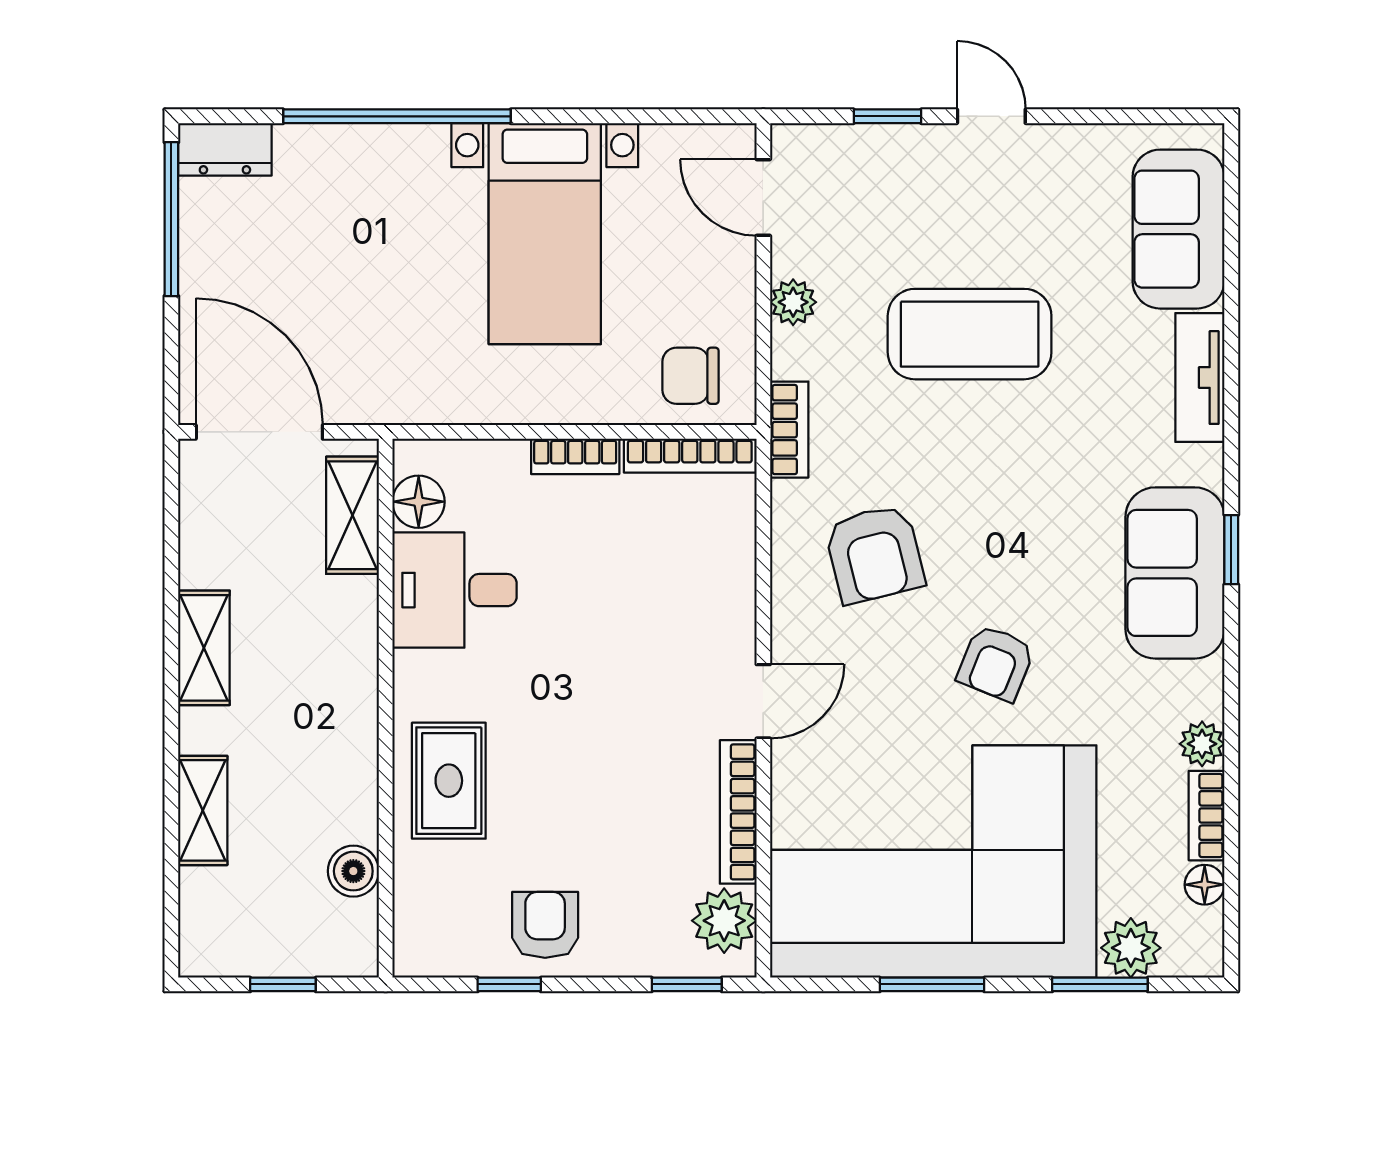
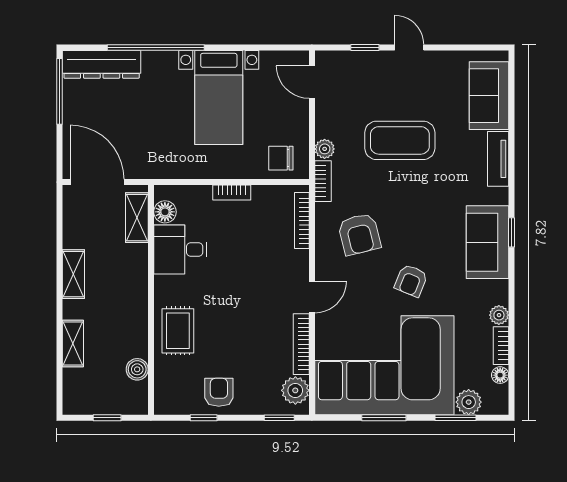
dresser: (225, 149) -> (102, 64), width x1.96, depth x1.24
plant: (793, 302) -> (325, 149), moved
bookcase: (690, 456) -> (302, 221), moved, turned 90

